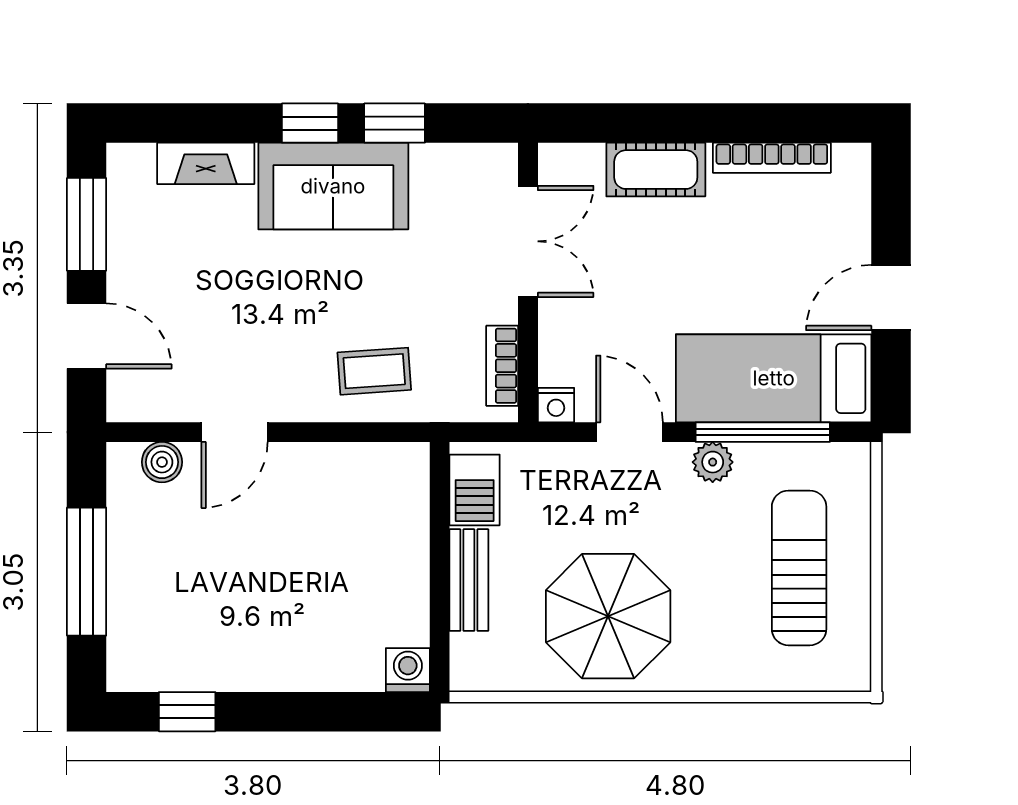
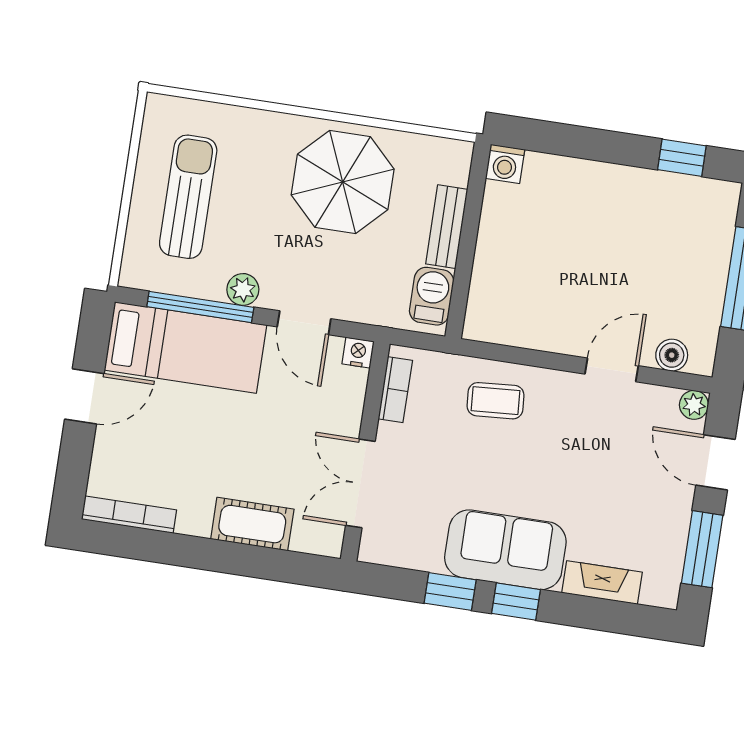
bookcase: (772, 158) -> (129, 515), moved
plant: (125, 404) -> (694, 405), added
sun lounger: (799, 568) -> (188, 197), turned 180

